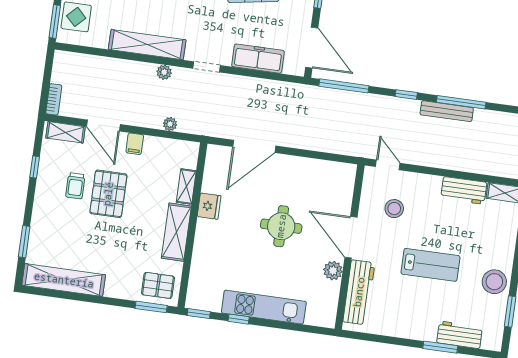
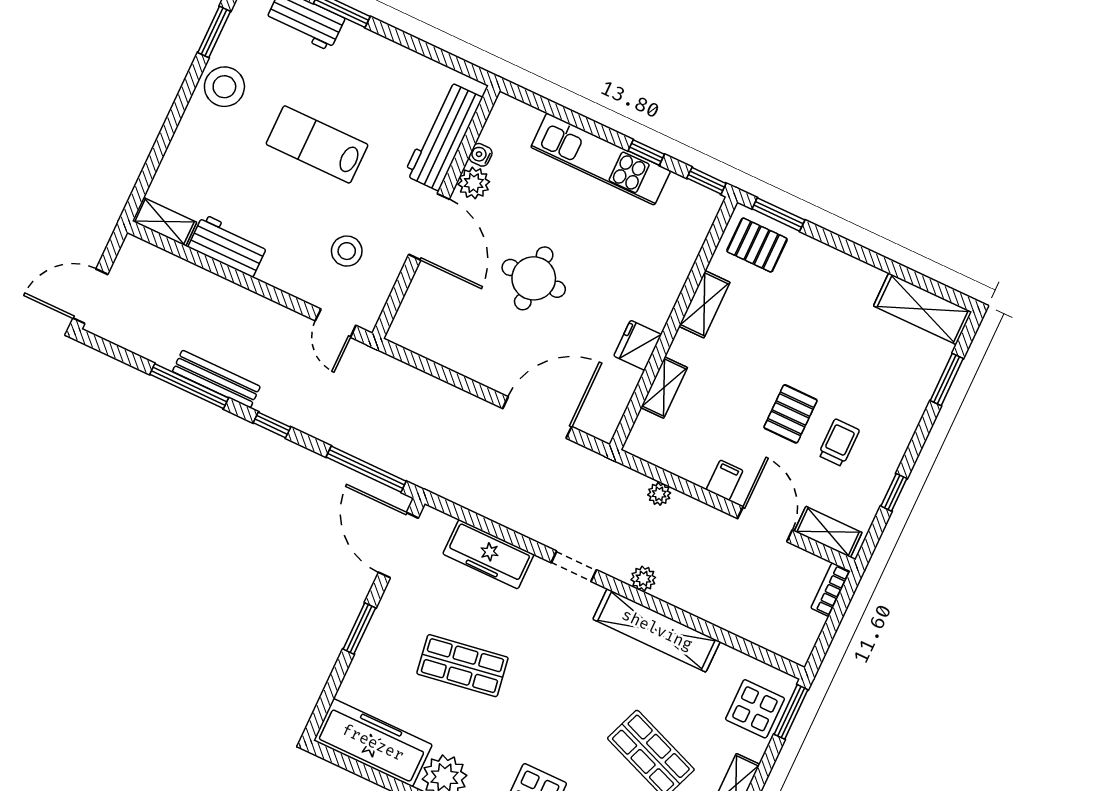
pallet: (108, 194) -> (790, 414), width x0.67, depth x0.71
shelving: (176, 232) -> (704, 304), width x0.67, depth x0.75
shelving: (64, 280) -> (923, 309), width x0.68
water cooler: (334, 288) -> (480, 155), added

